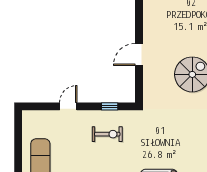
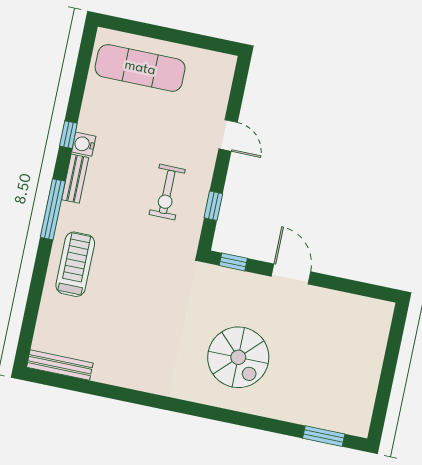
window: (139, 89) -> (233, 262), added

